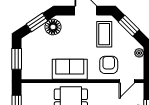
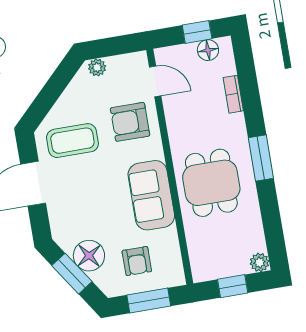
window: (129, 26) -> (48, 96), removed
floor lamp: (53, 27) -> (89, 256), moved
armchair: (38, 56) -> (137, 261), added

